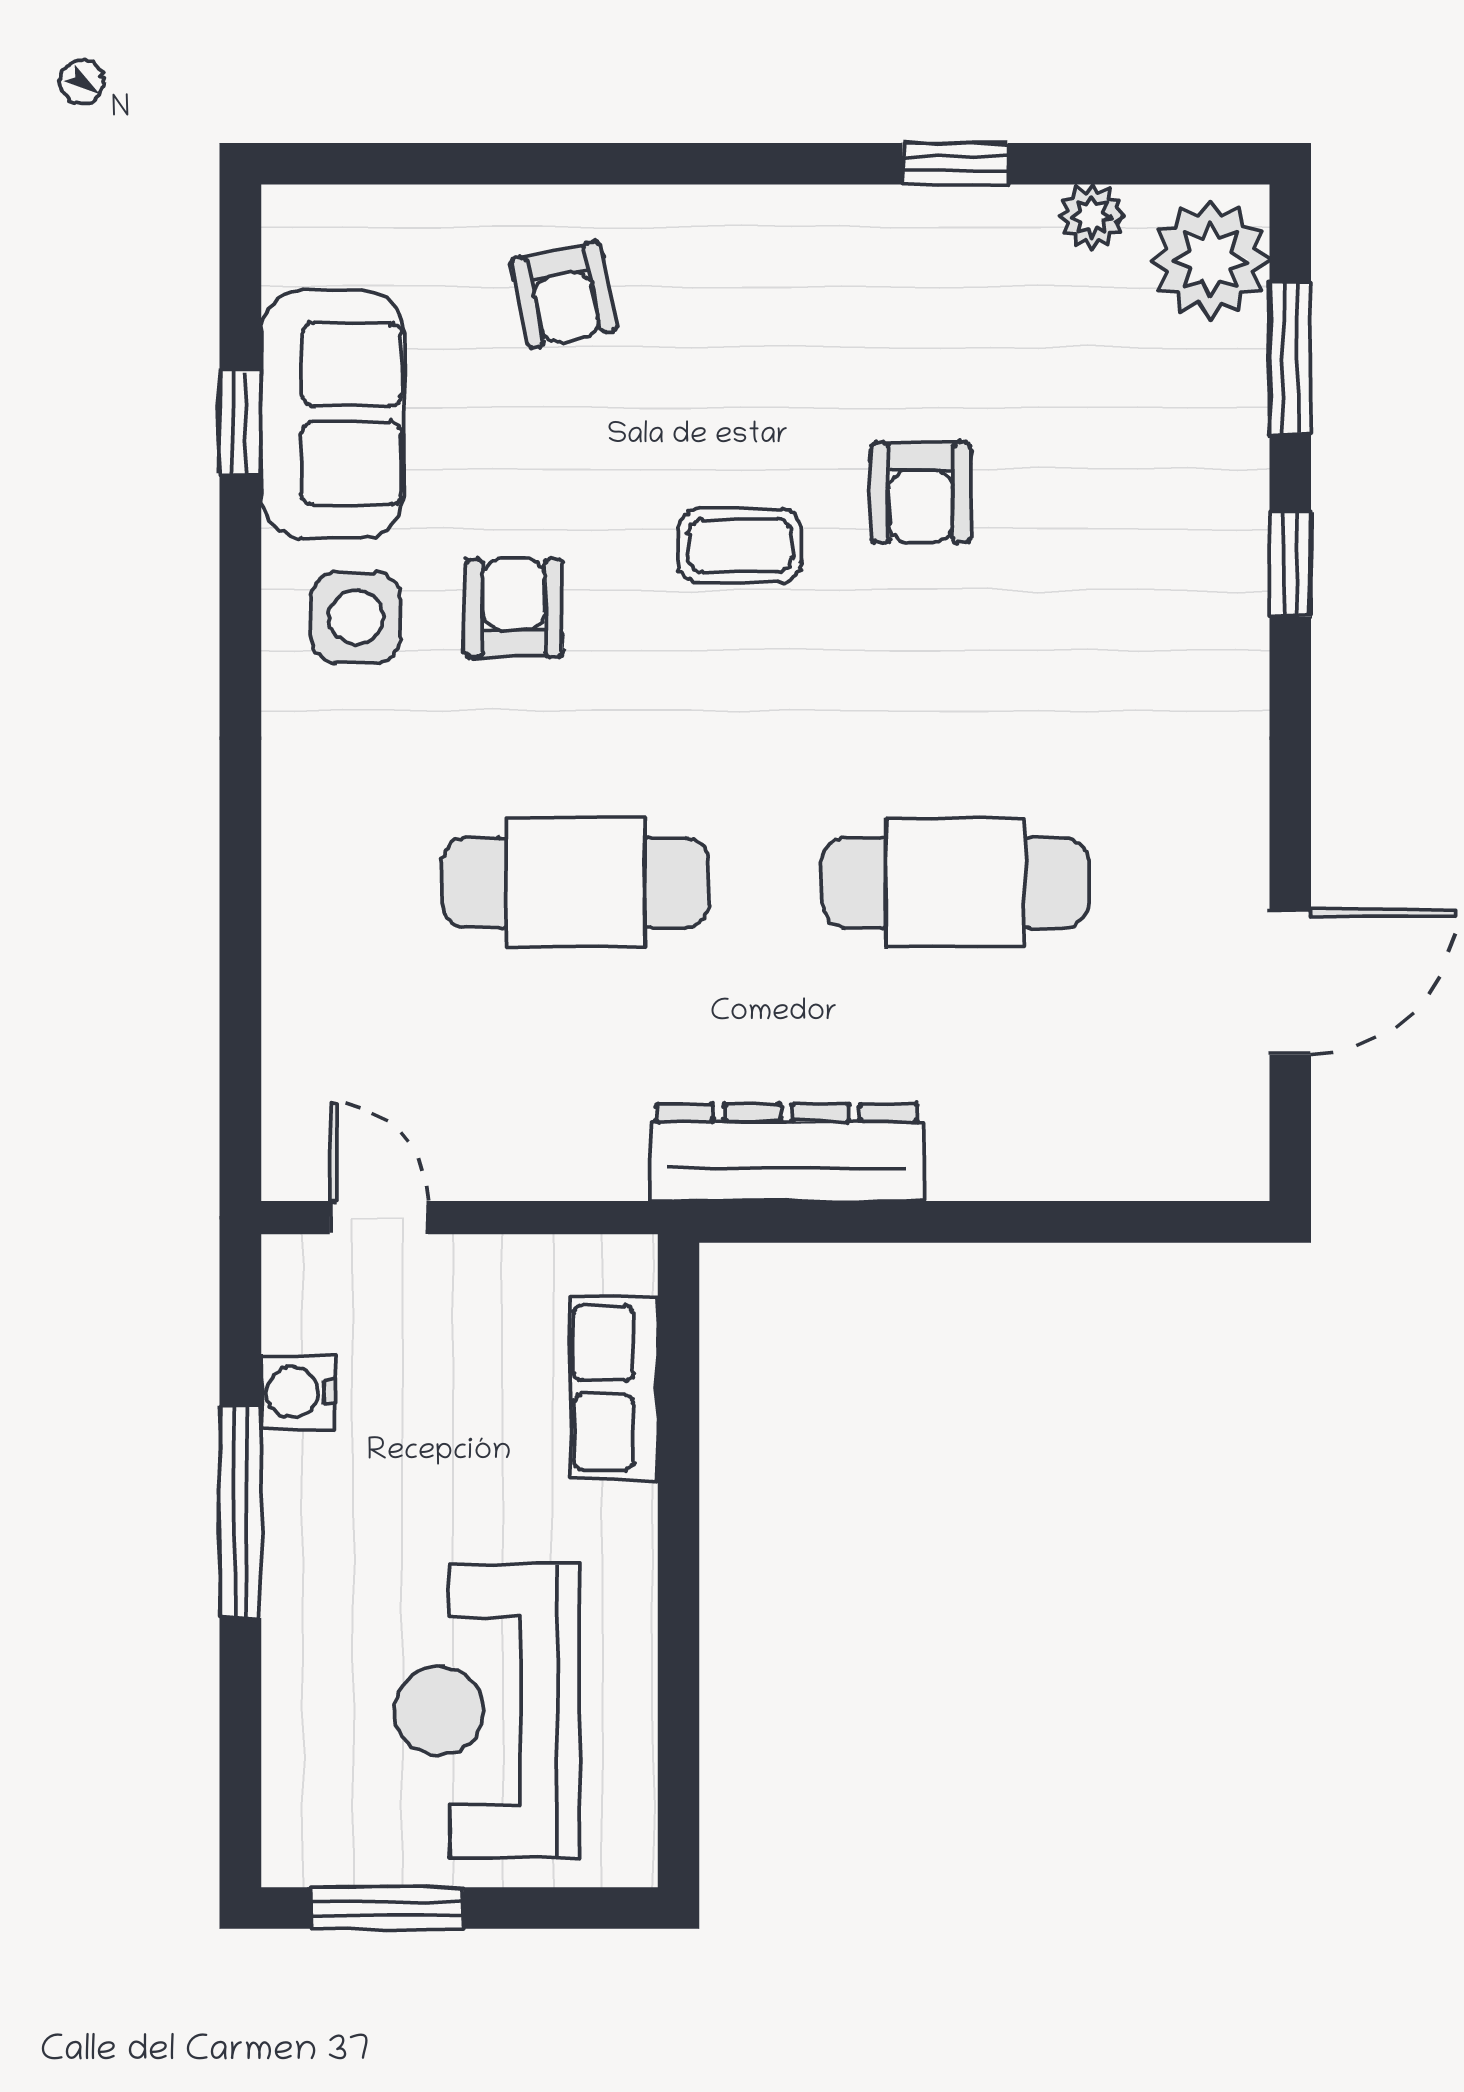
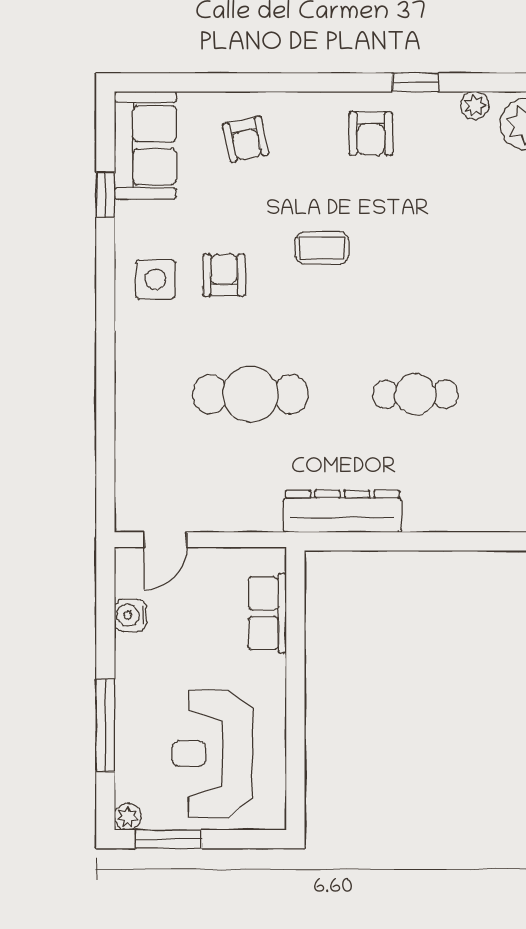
sofa: (333, 414) -> (145, 145), moved
armchair: (921, 493) -> (371, 133), moved
cafe table: (955, 883) -> (415, 394), width x0.73, depth x0.74
door: (379, 1218) -> (165, 540), swing flipped
window: (240, 1512) -> (105, 725), moved
plant: (292, 1856) -> (128, 817), added

